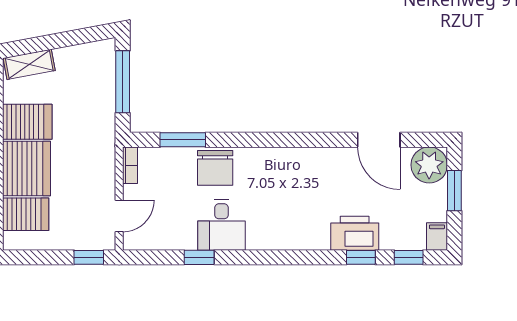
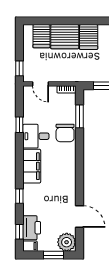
door: (379, 140) -> (79, 216), swing flipped
chair: (215, 168) -> (65, 133), turned -90
filing cabinet: (280, 233) -> (32, 166), added
printer: (355, 233) -> (32, 228), moved
window: (361, 257) -> (19, 196), moved

